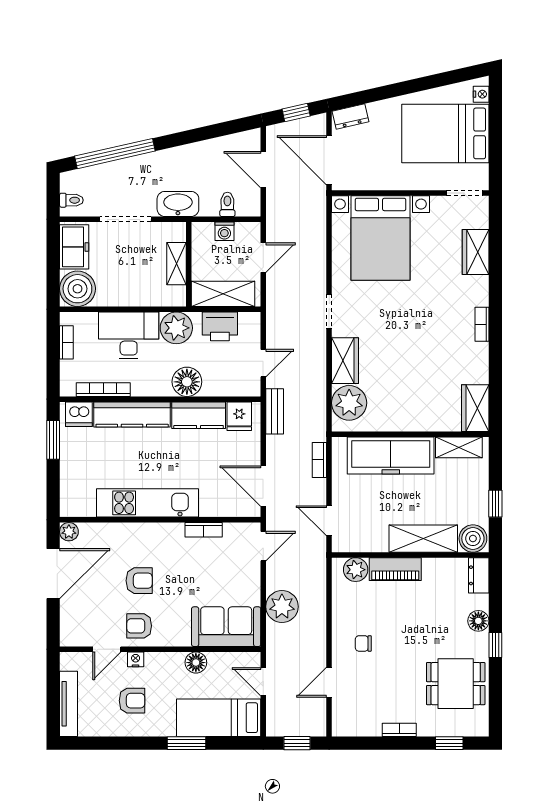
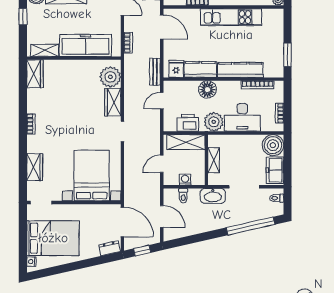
dishwasher: (79, 414) -> (272, 70), removed

